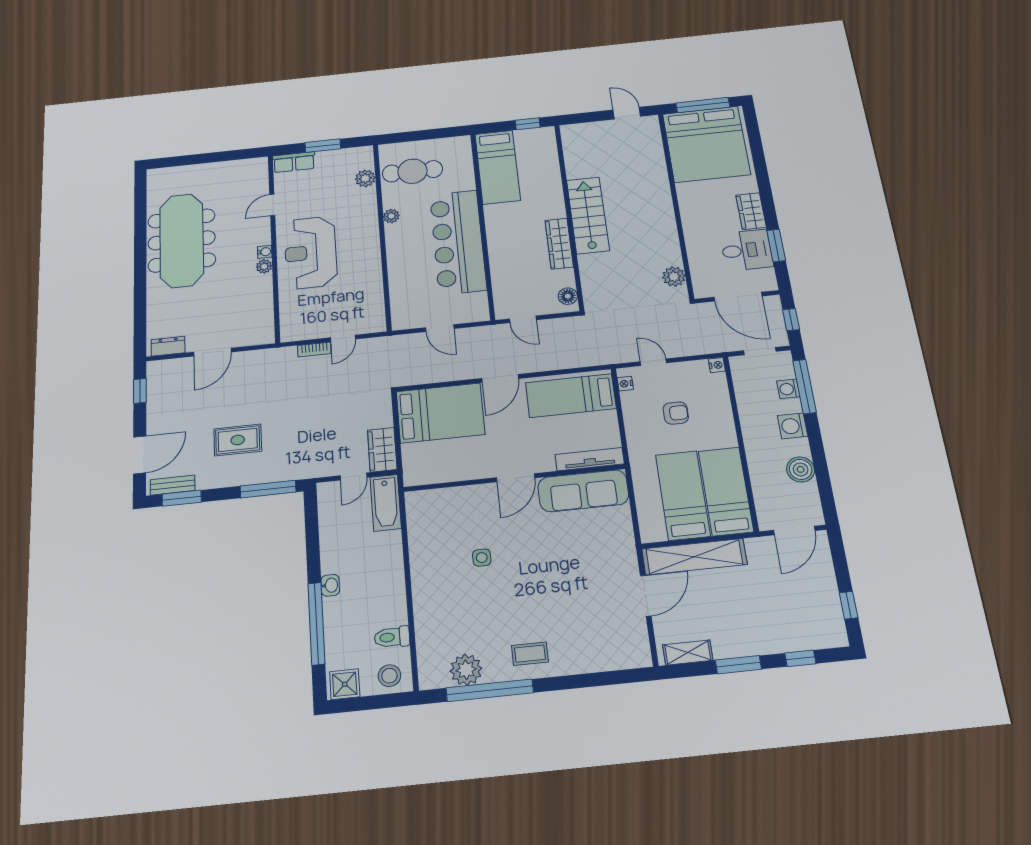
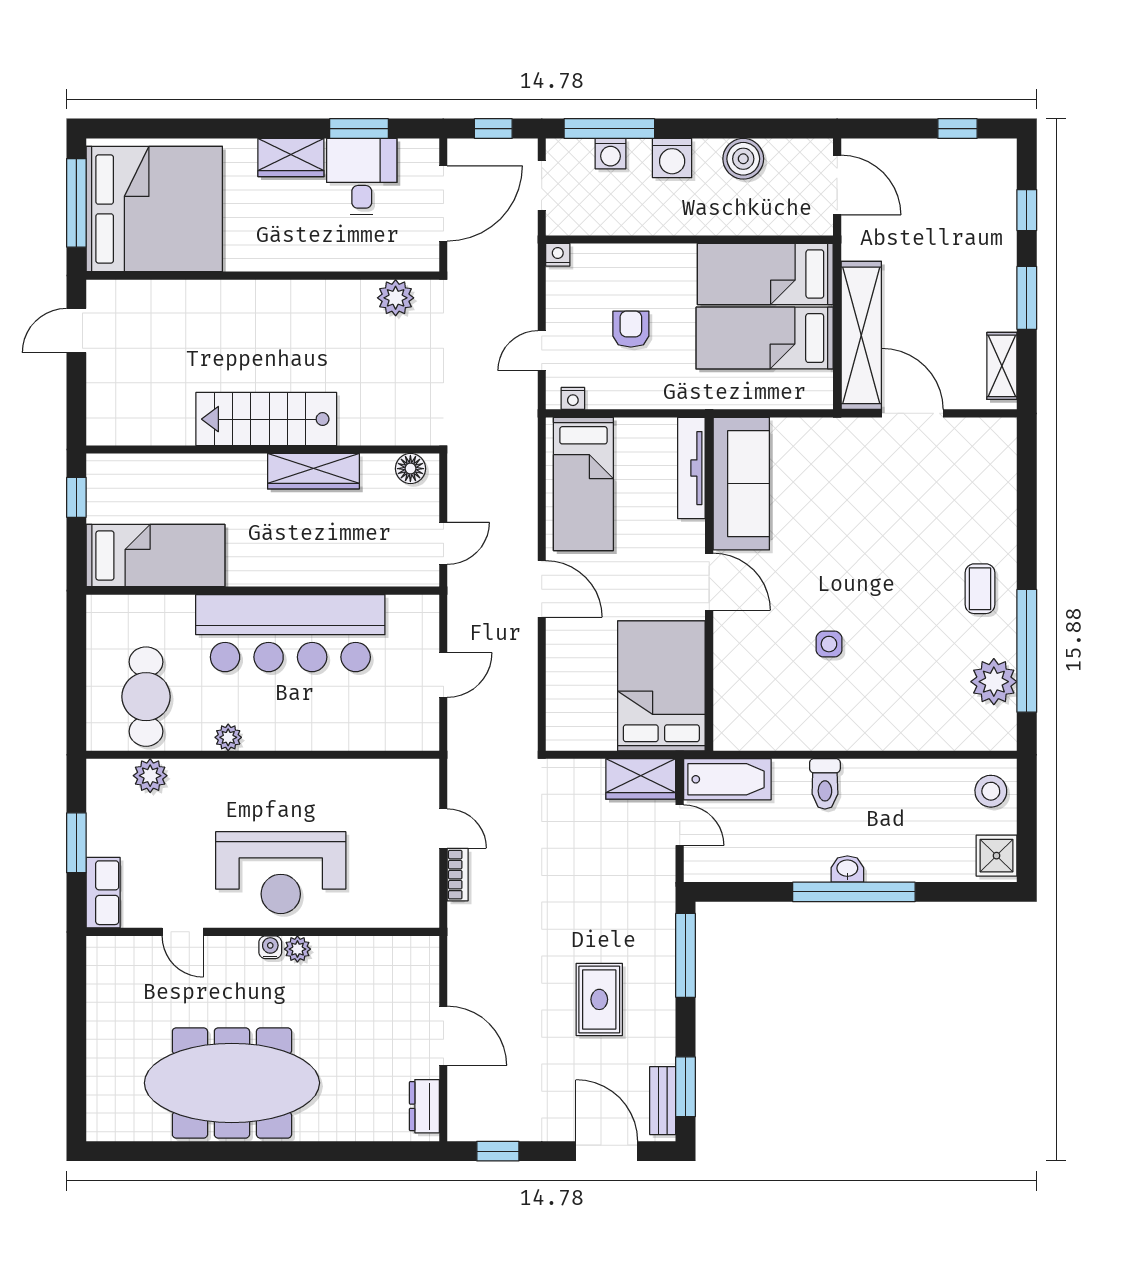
bed: (440, 413) -> (661, 686), moved
window: (316, 623) -> (854, 892), moved
toilet: (392, 637) -> (825, 784), moved

